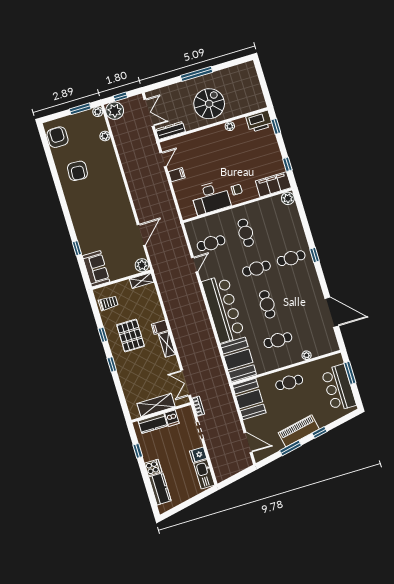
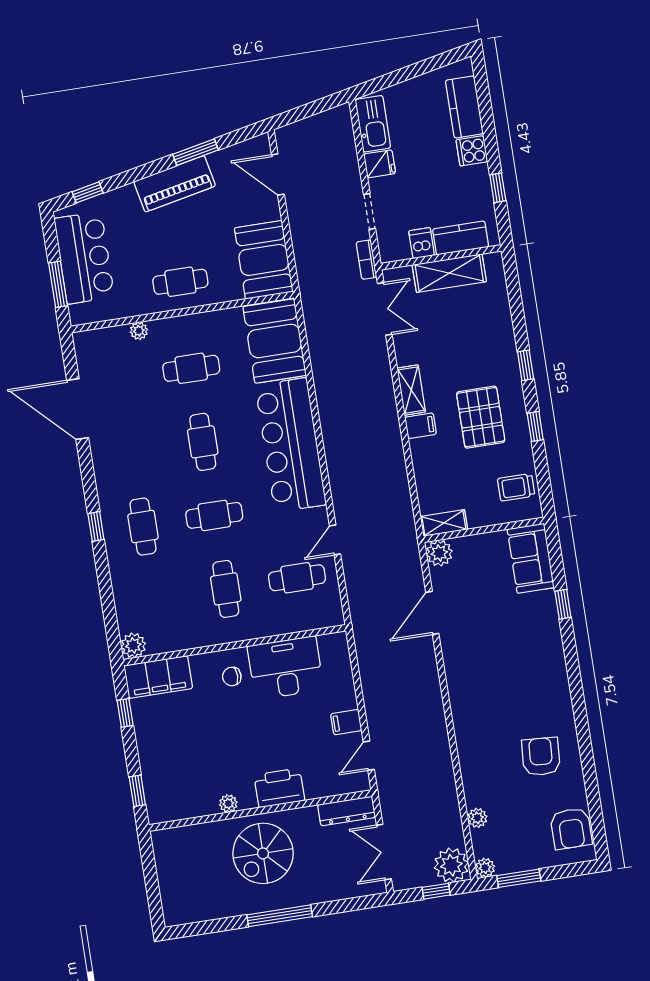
printer: (259, 121) -> (279, 788), moved
cafe table: (291, 258) -> (143, 527), turned 90
window: (319, 432) -> (88, 192), moved

